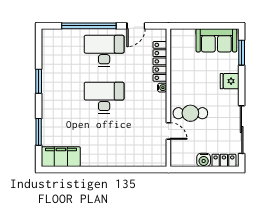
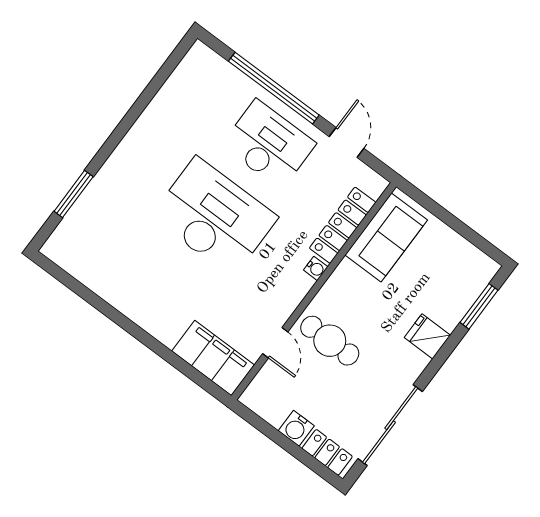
door: (136, 26) -> (347, 143), swing flipped
sofa: (216, 40) -> (386, 237), moved, turned -90
window: (39, 81) -> (132, 116), removed
desk: (104, 98) -> (214, 217), width x1.36, depth x1.30
filing cabinet: (61, 157) -> (213, 358), moved

